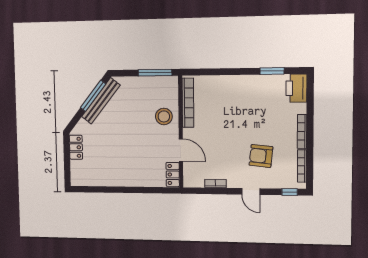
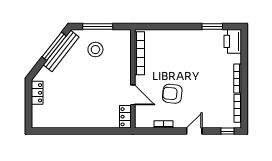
window: (155, 73) -> (98, 27), moved
stool: (164, 116) -> (95, 50), moved
armchair: (261, 156) -> (172, 94), moved
door: (251, 191) -> (194, 131), swing flipped

